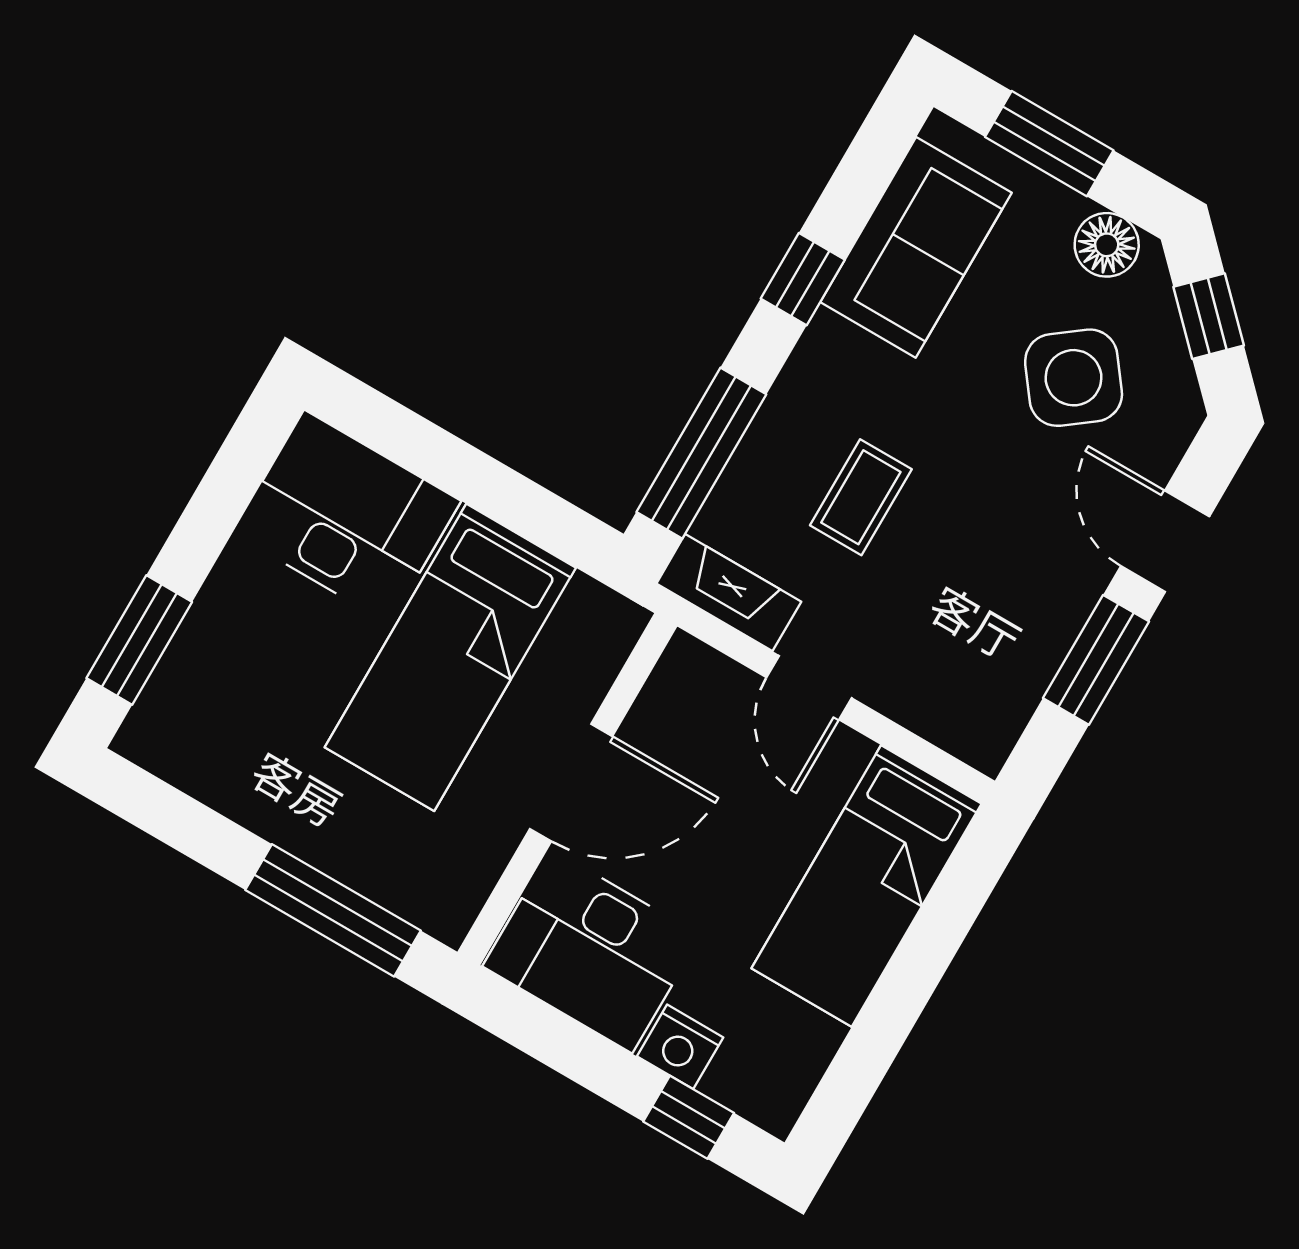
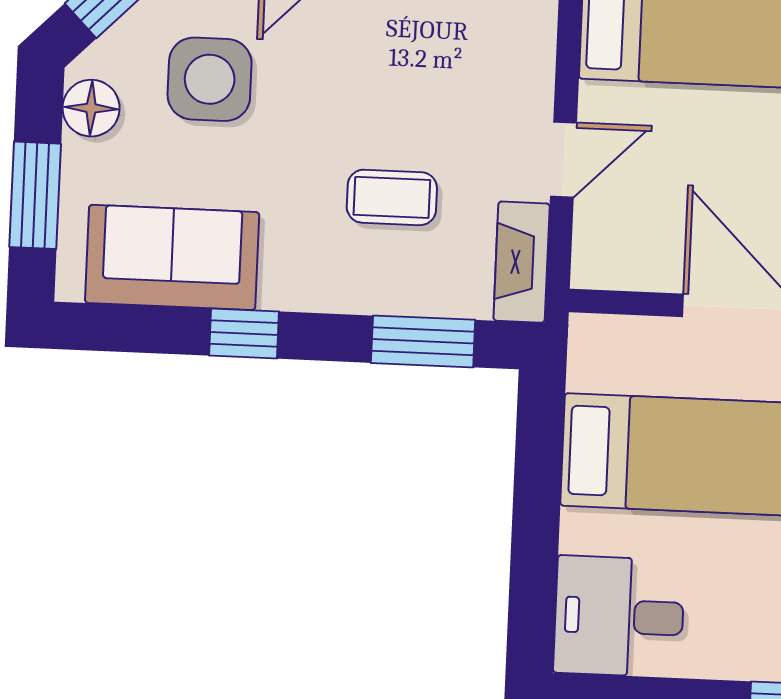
side table: (1074, 378) -> (210, 79), turned 37
window: (701, 453) -> (423, 341), width x0.69
desk: (347, 517) -> (619, 616), width x0.73

